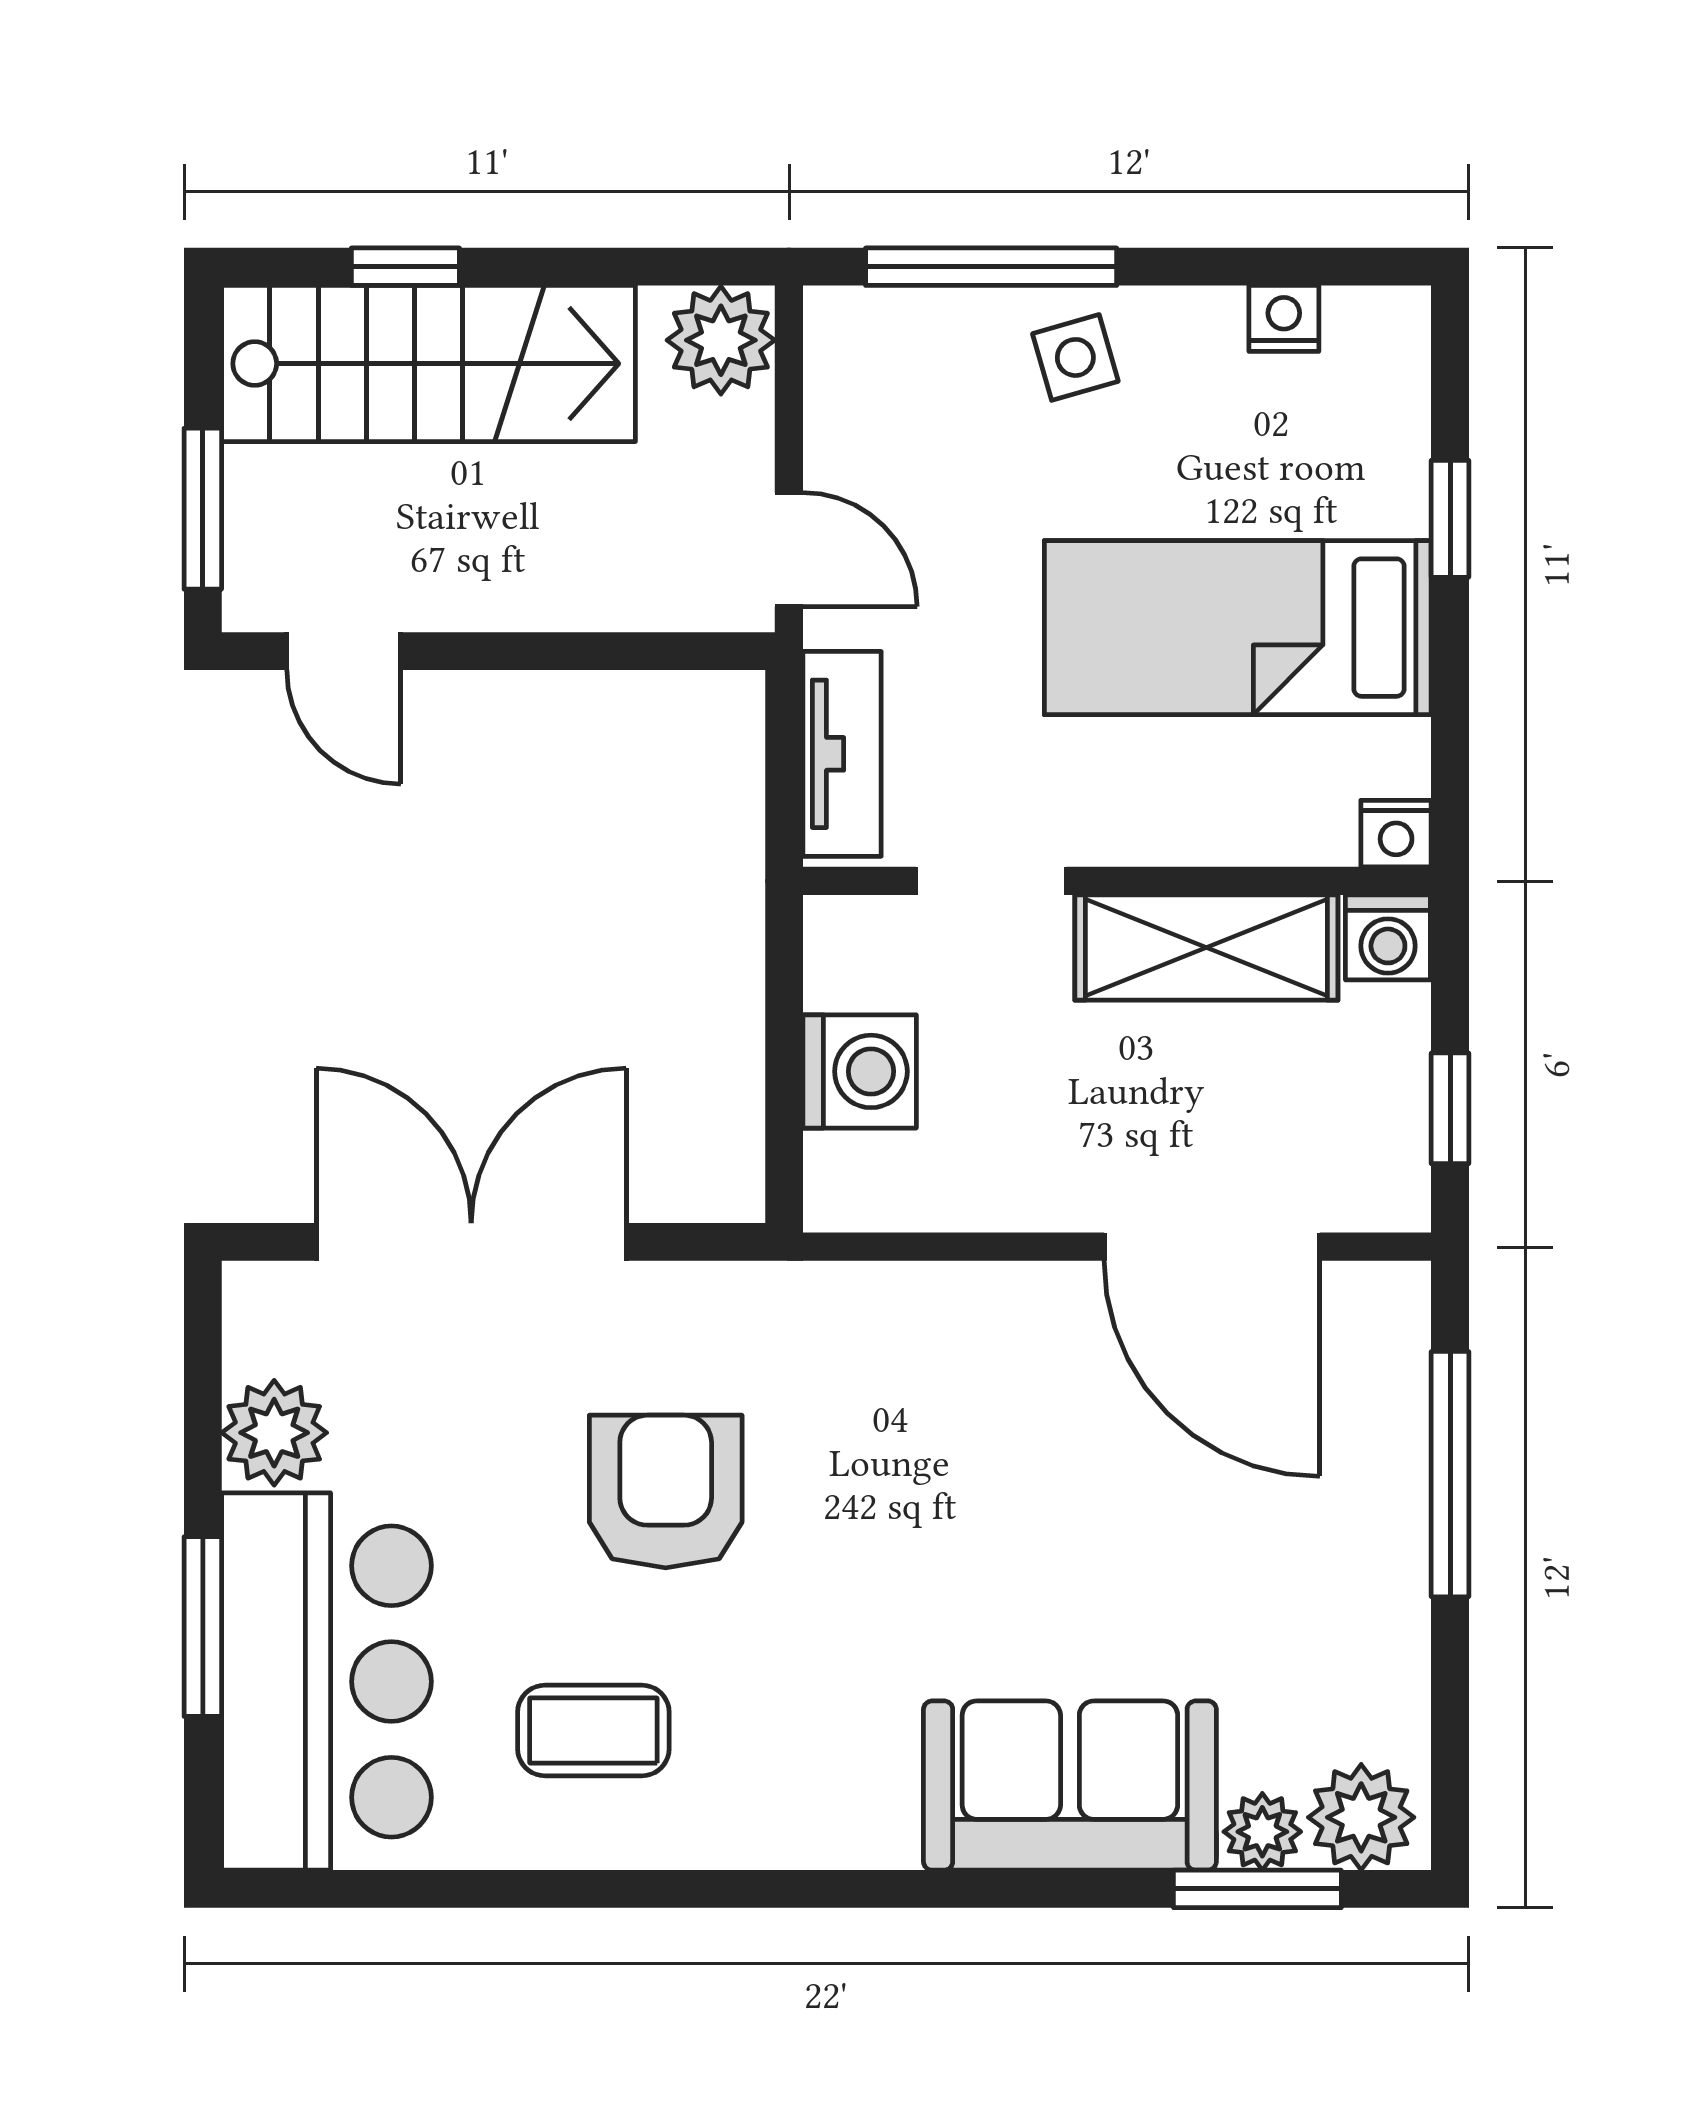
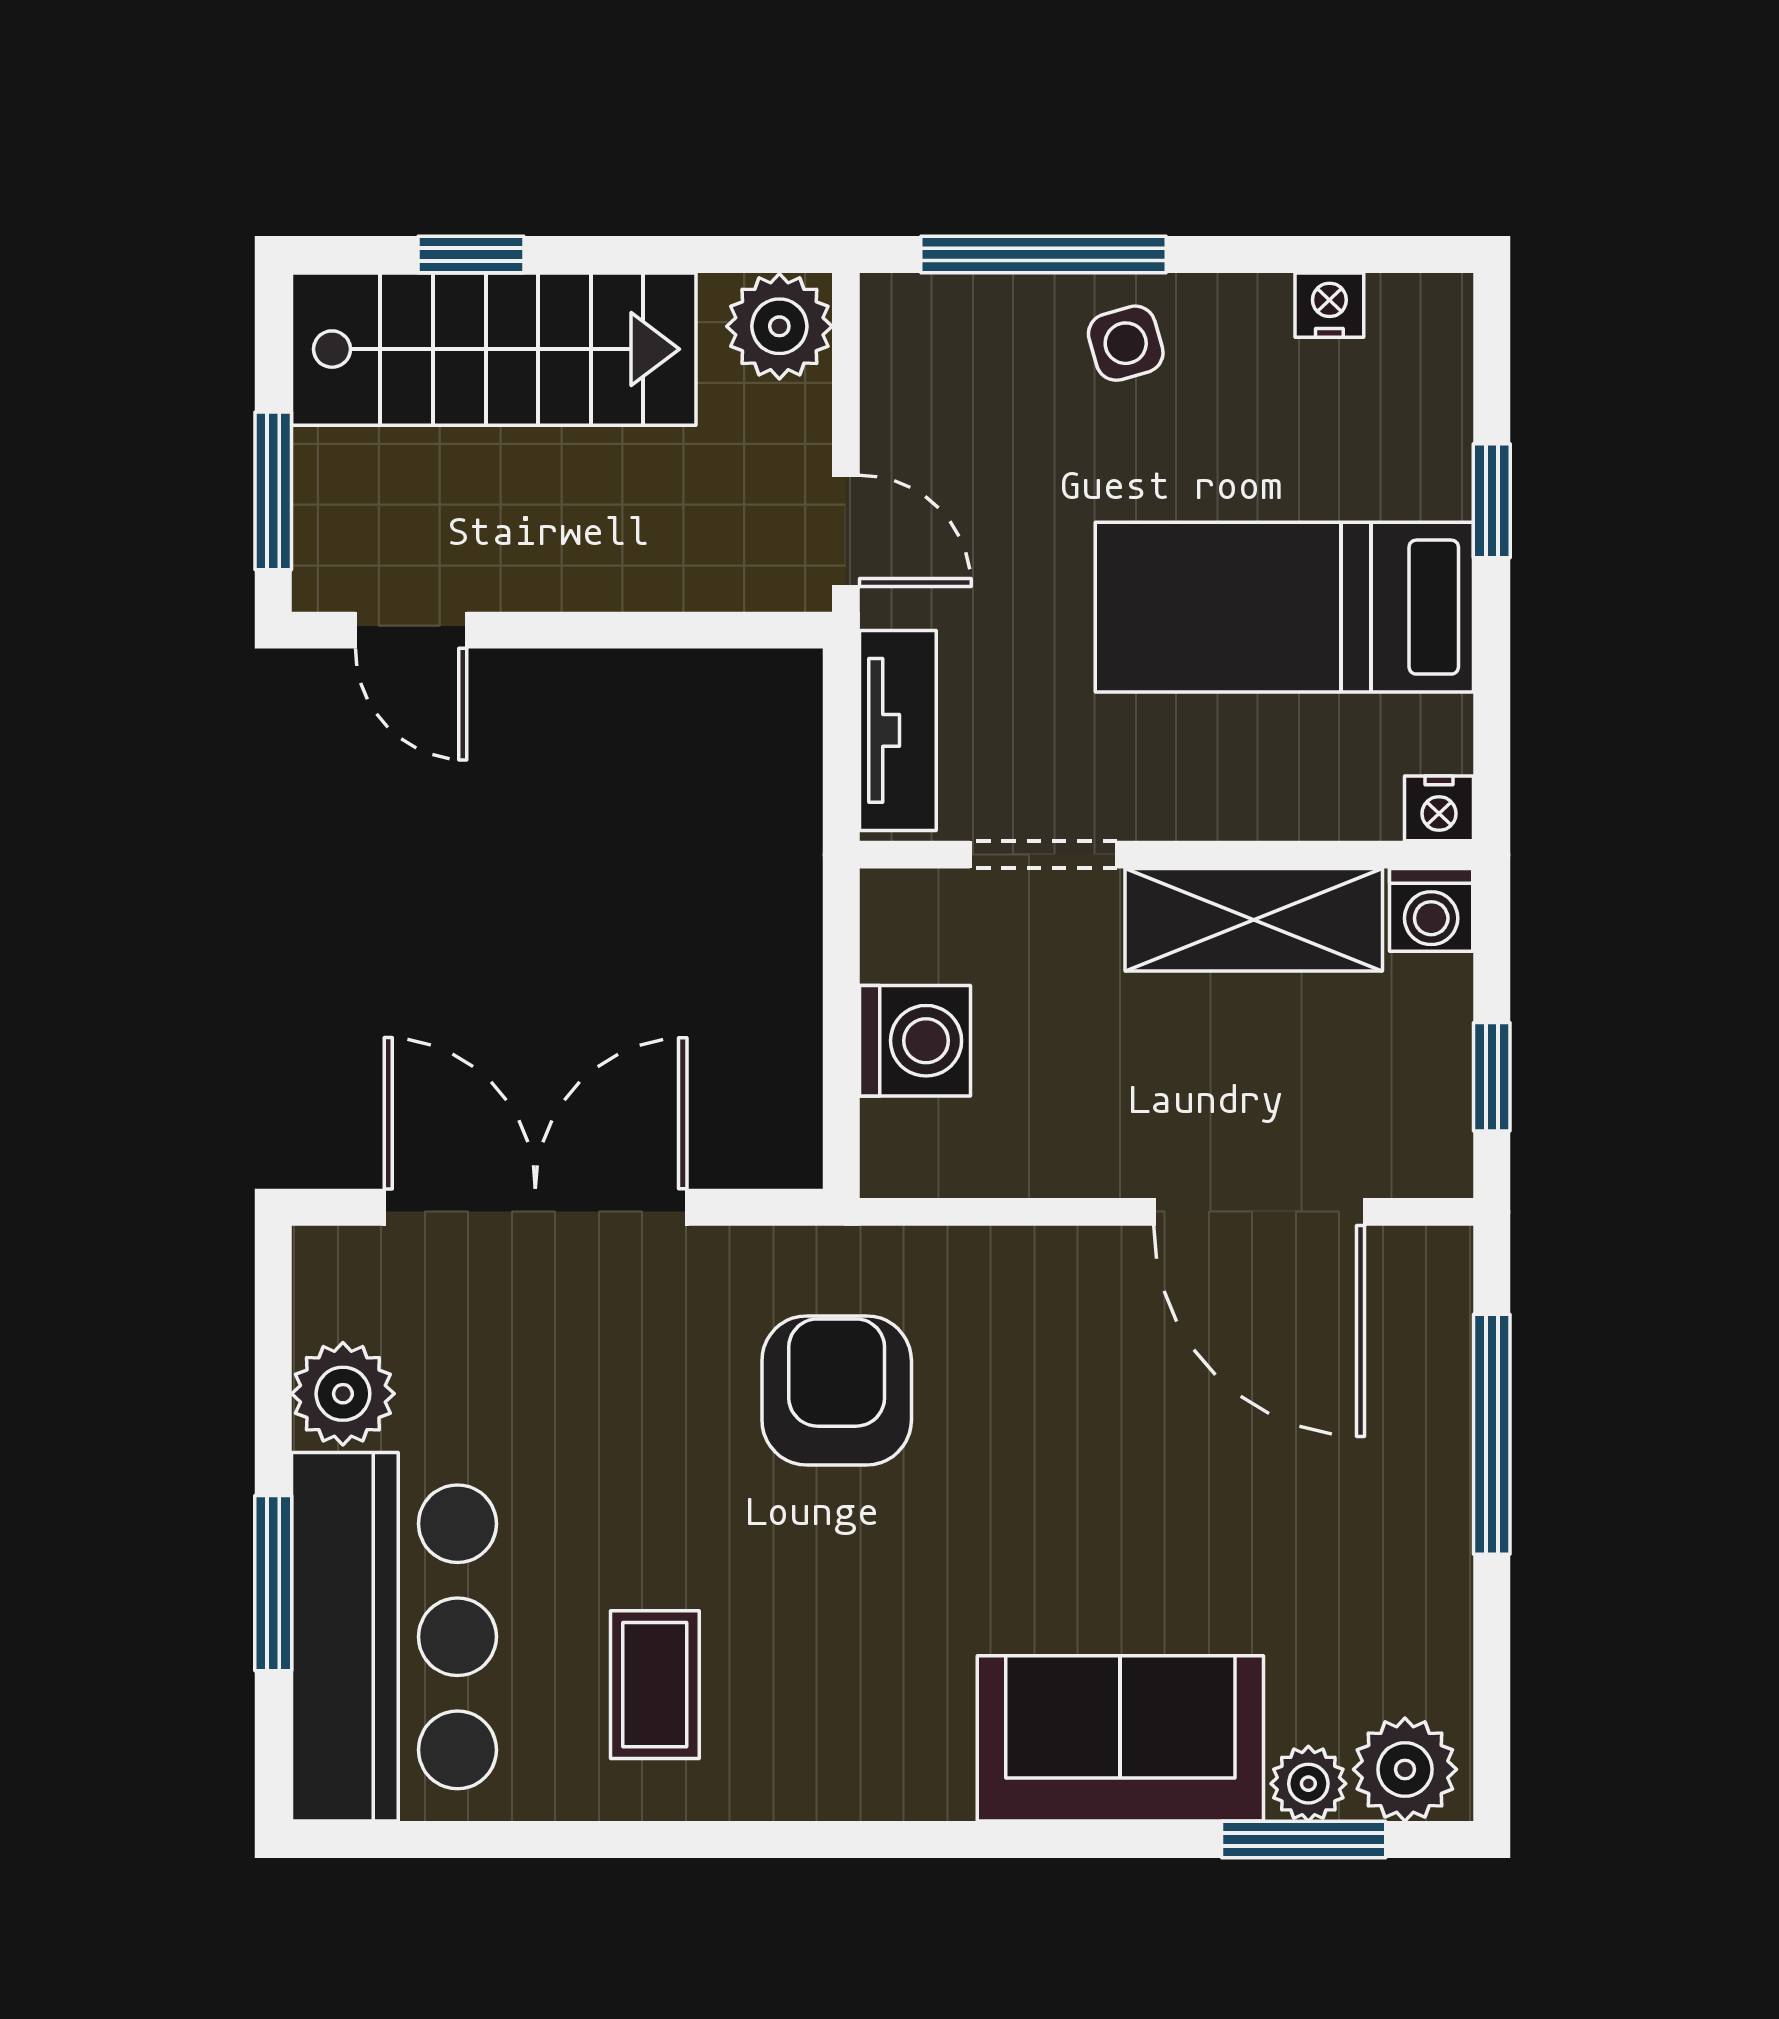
armchair: (666, 1492) -> (837, 1390), moved
coffee table: (593, 1730) -> (655, 1685), turned 90

